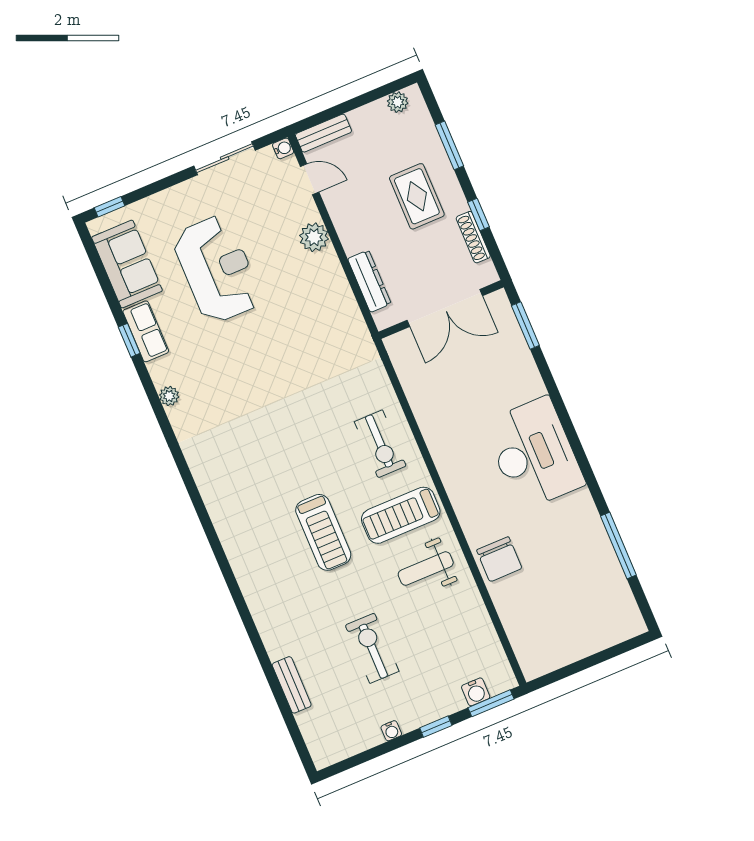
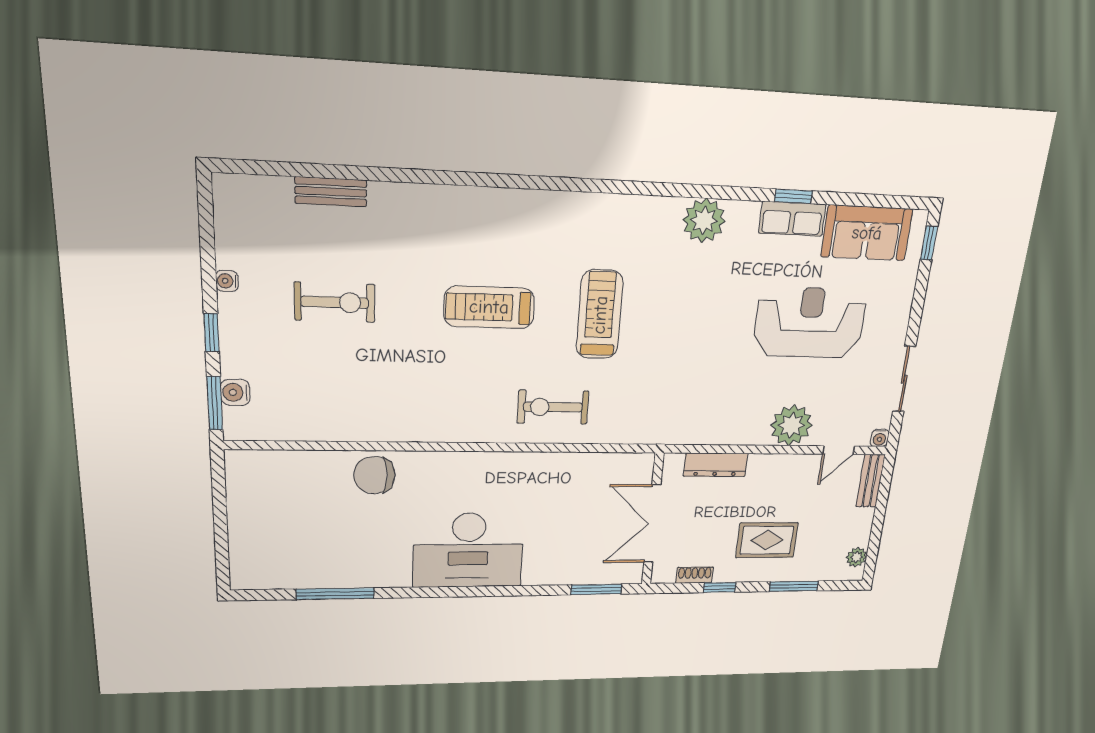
plant: (314, 237) -> (791, 425), width x1.36, depth x1.36
shoe rack: (473, 237) -> (695, 575), width x0.70
reception desk: (217, 269) -> (810, 323), turned 180
plant: (169, 396) -> (704, 221), width x1.88, depth x1.88
treadmill: (401, 515) -> (600, 315), moved
weight bench: (426, 569) -> (399, 397), removed

